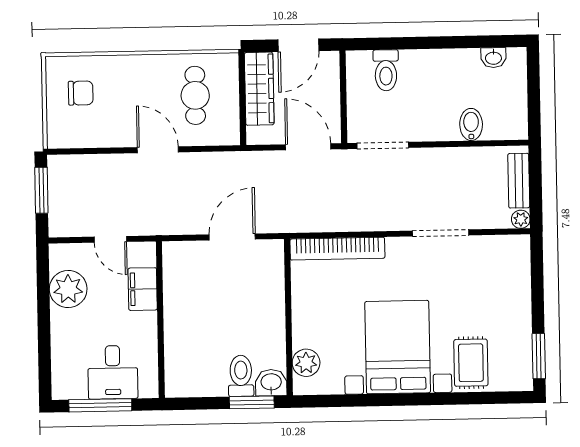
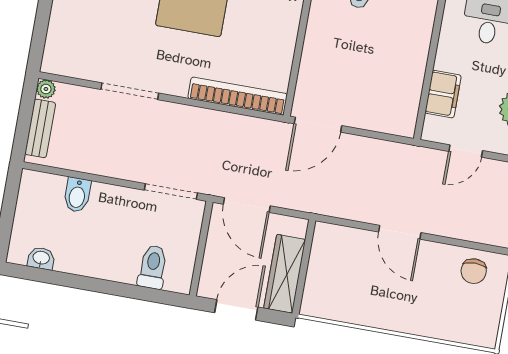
chair: (81, 93) -> (474, 271), moved, turned -90
cafe table: (195, 95) -> (351, 280), removed
door: (232, 237) -> (318, 125), moved
door: (110, 239) -> (466, 151), swing flipped

